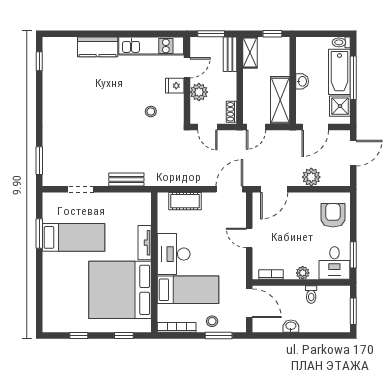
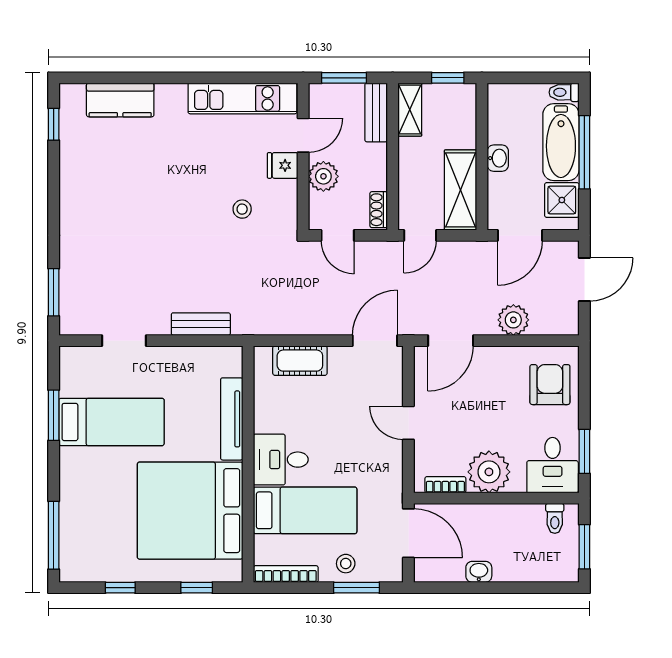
kitchen counter: (98, 47) -> (120, 100), moved
tv unit: (145, 243) -> (232, 419), width x1.41
desk: (174, 254) -> (281, 460), width x0.73
plant: (303, 273) -> (489, 472), width x1.87, depth x1.87
toilet: (311, 294) -> (555, 518), moved
window: (39, 304) -> (54, 535), added

